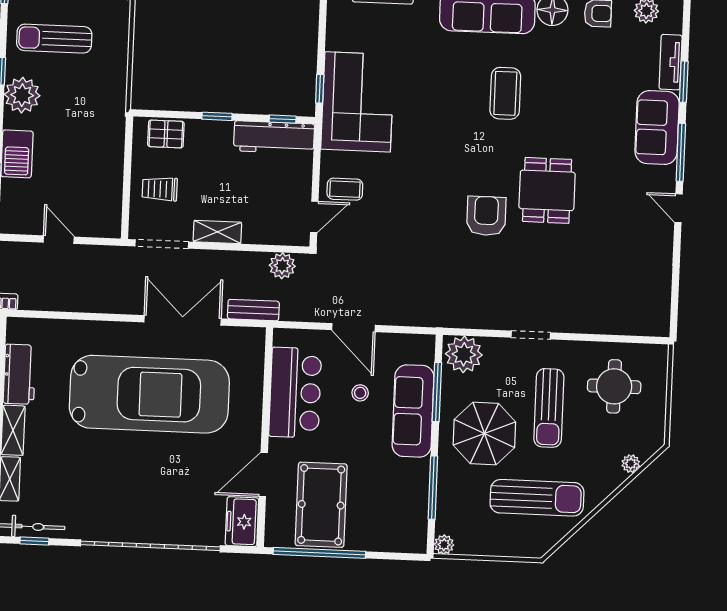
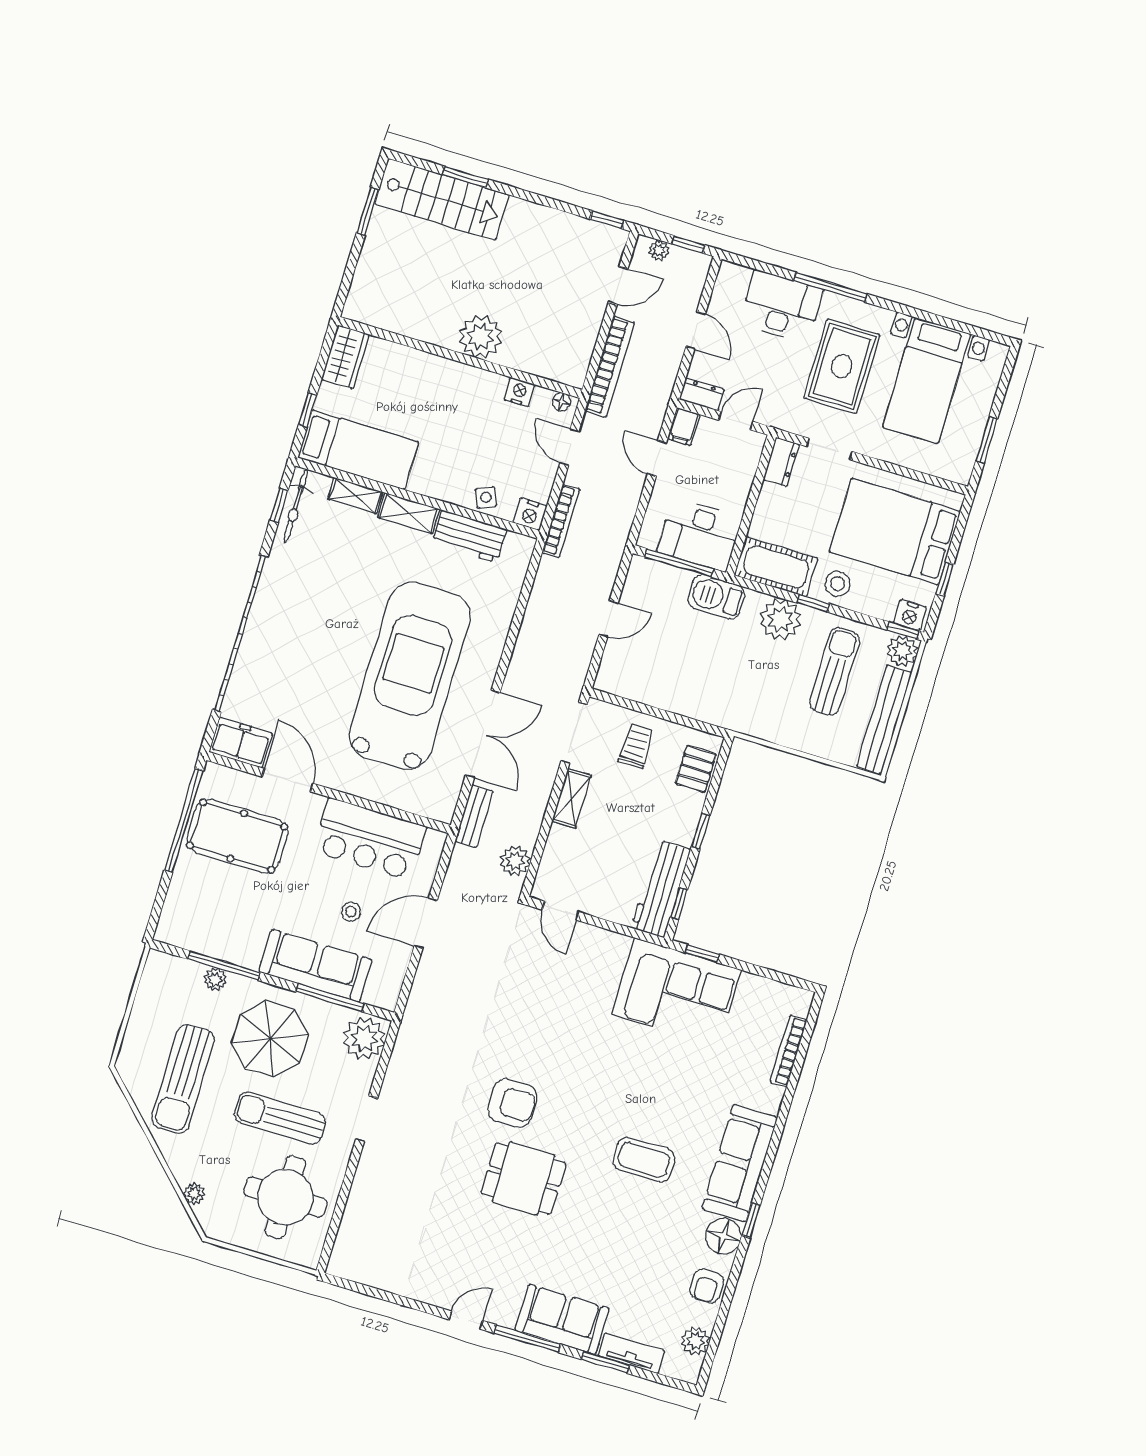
coffee table: (345, 189) -> (583, 953), removed
round table: (614, 386) -> (285, 1197), width x1.36, depth x1.36
car: (149, 394) -> (410, 676), turned 180
plant: (444, 545) -> (215, 979), moved

